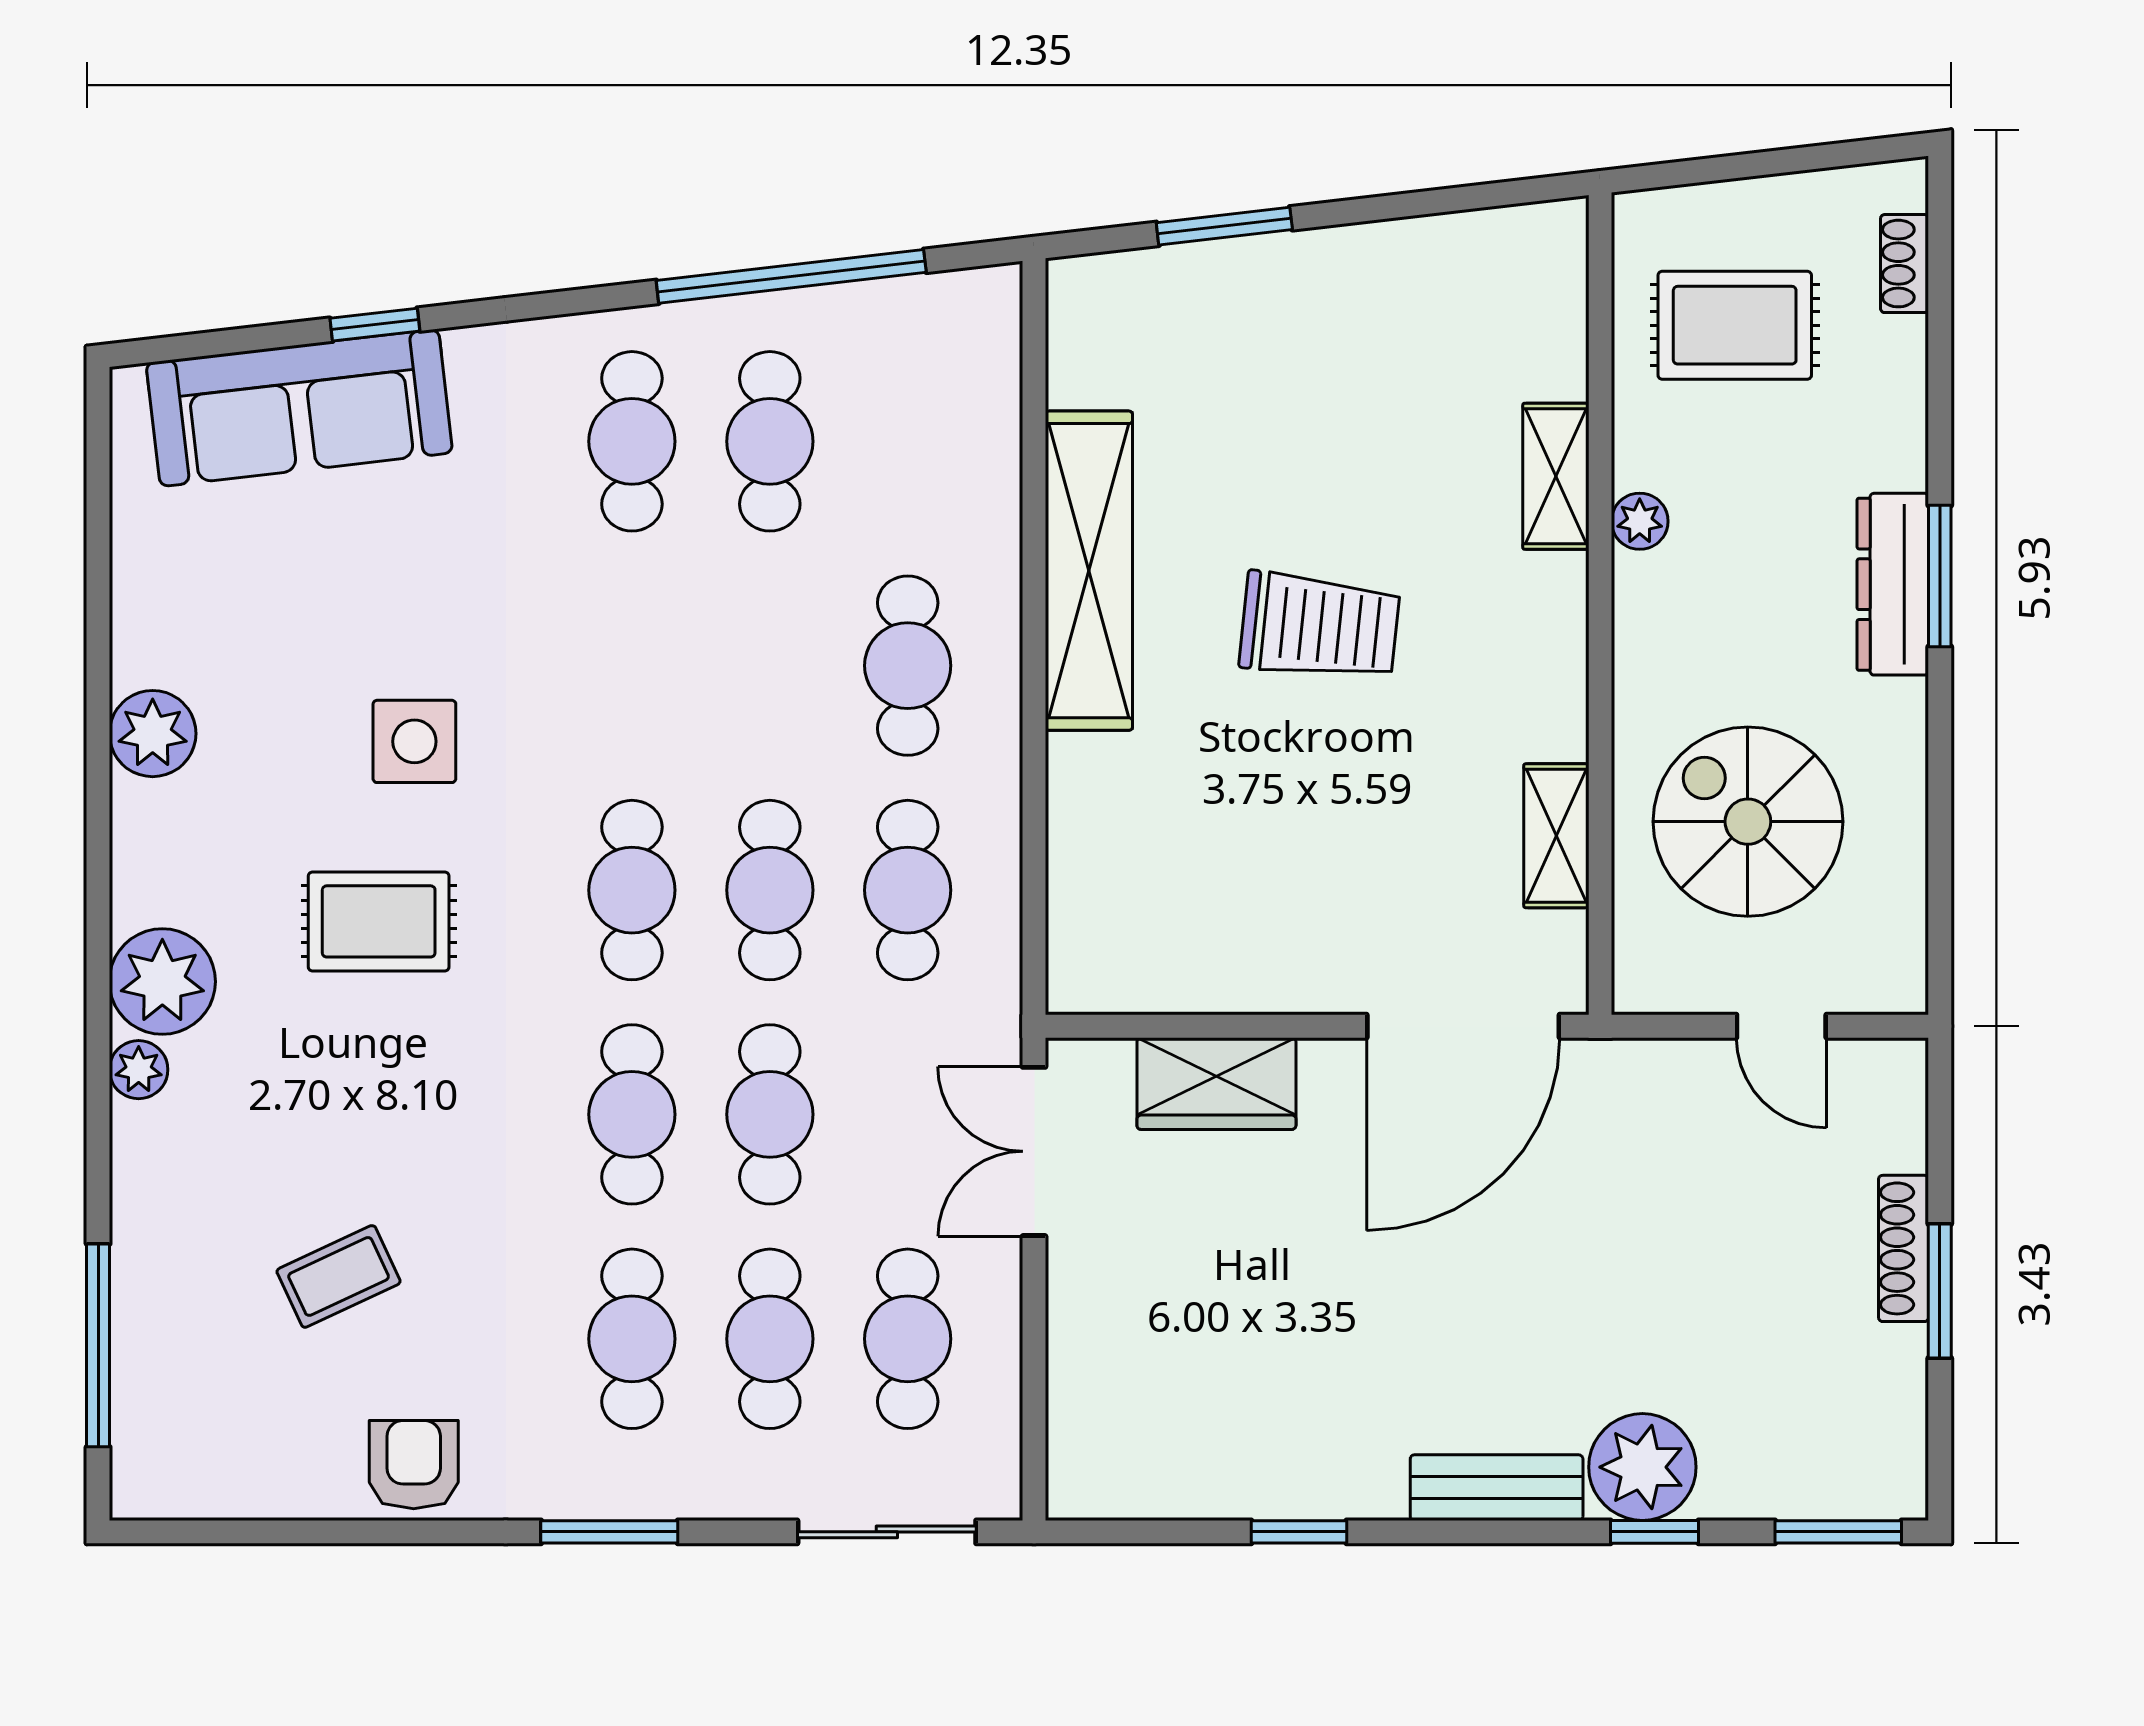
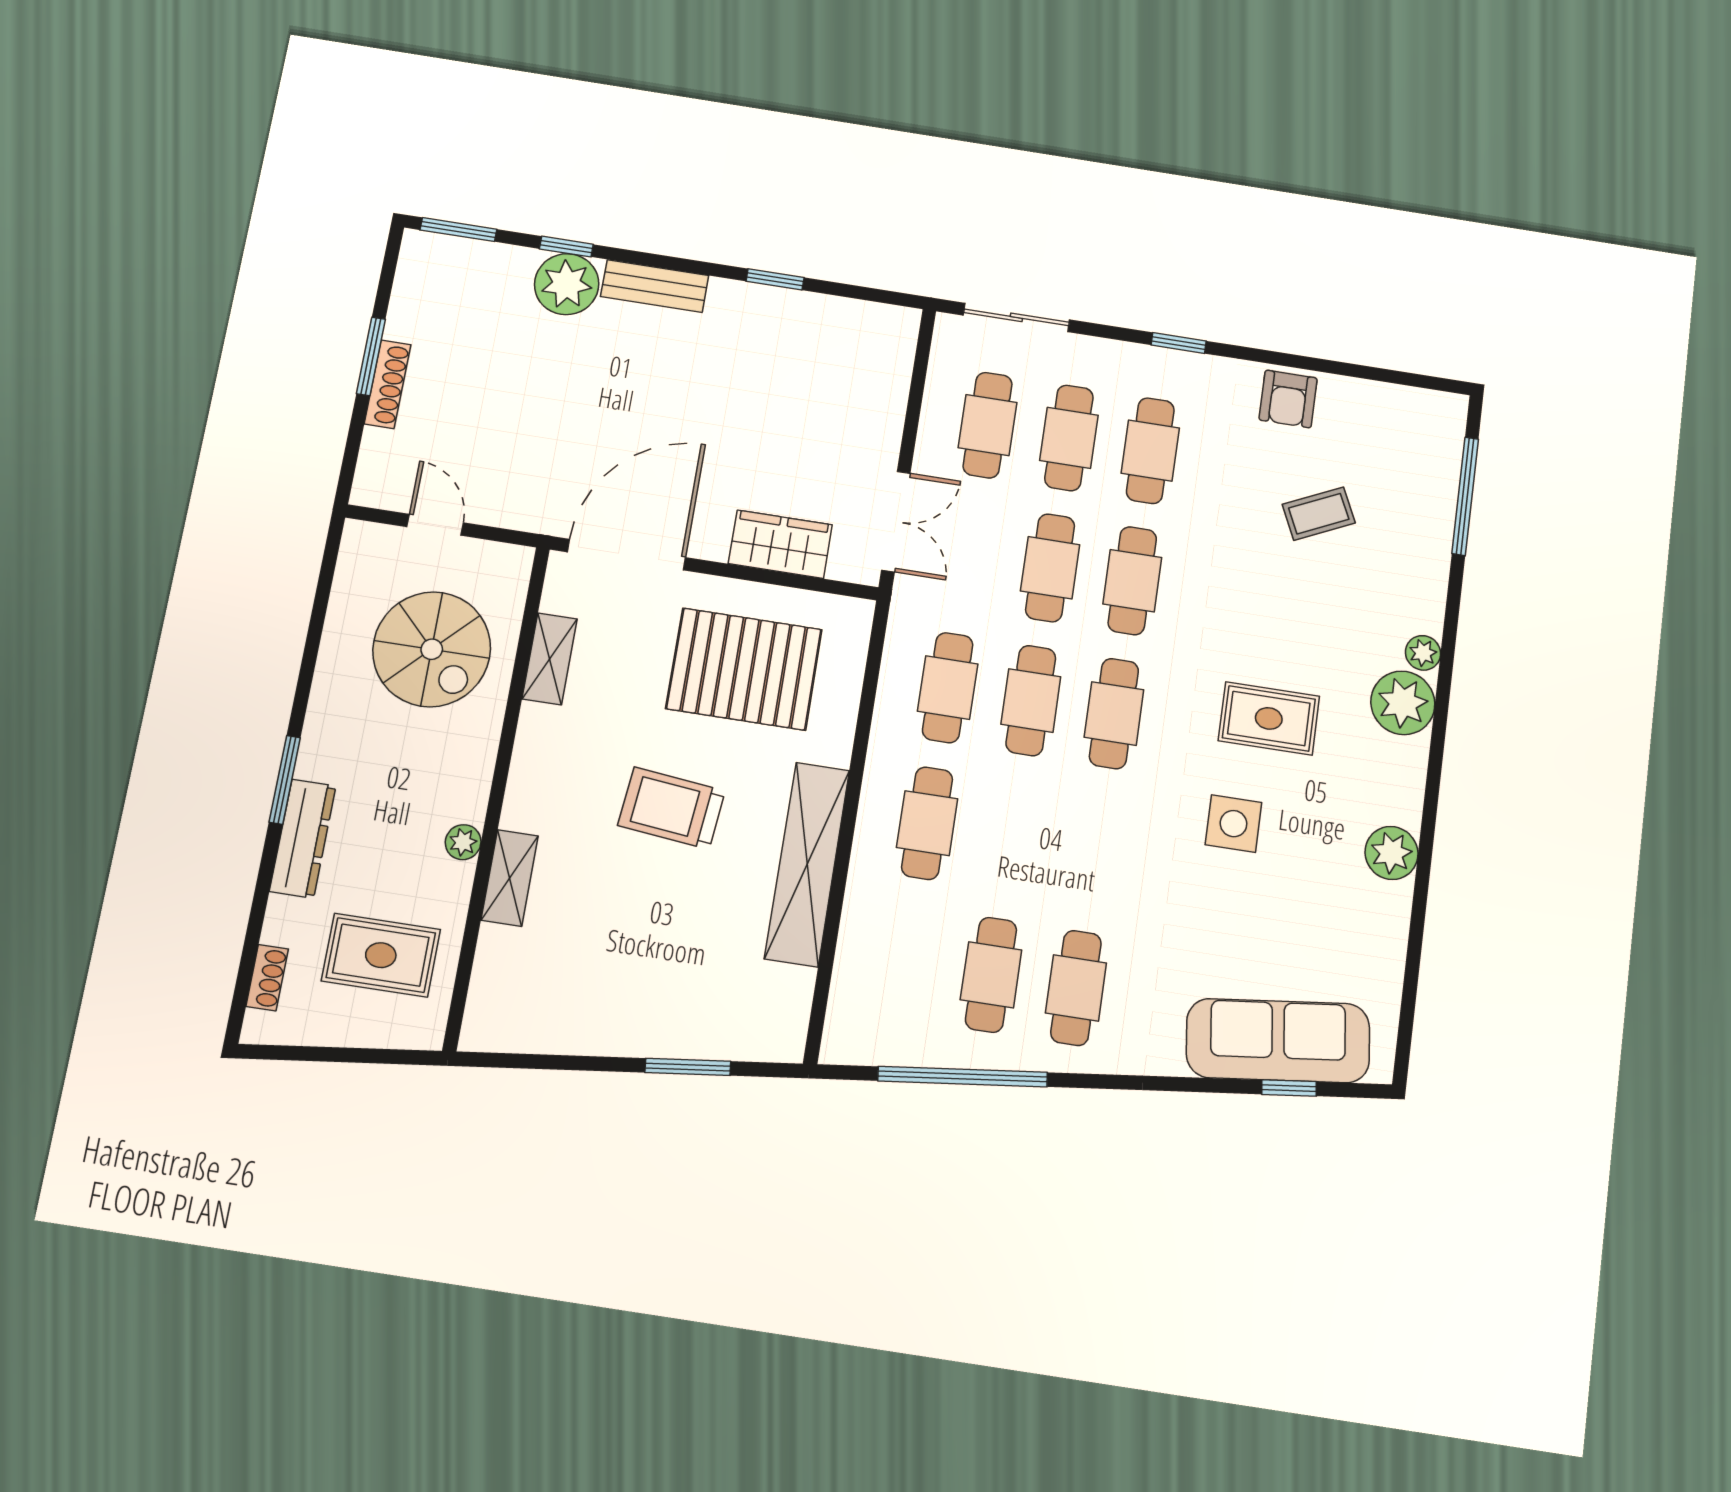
window: (375, 325) -> (1289, 1088), moved
dresser: (1893, 584) -> (303, 839), moved
pallet: (1241, 869) -> (744, 669), added
window: (609, 1532) -> (1179, 343), width x0.67

